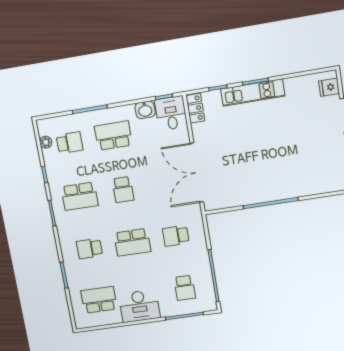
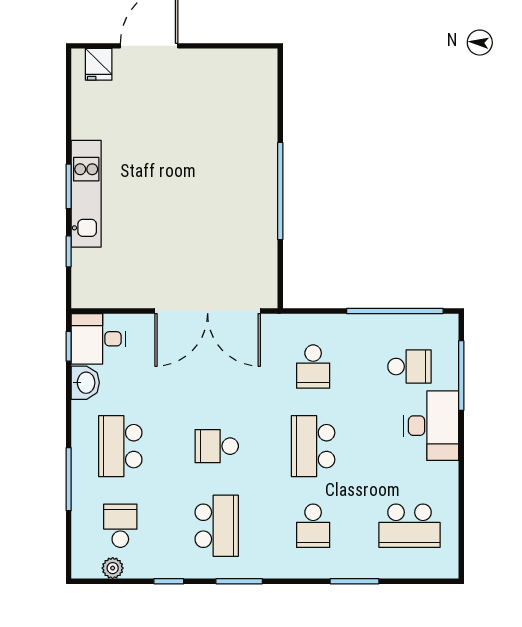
locker: (195, 108) -> (97, 296), removed
school desk: (123, 189) -> (217, 446), turned 180
school desk: (132, 242) -> (313, 446), turned 180
school desk: (99, 300) -> (409, 526), turned -90
desk: (139, 306) -> (431, 426), moved

